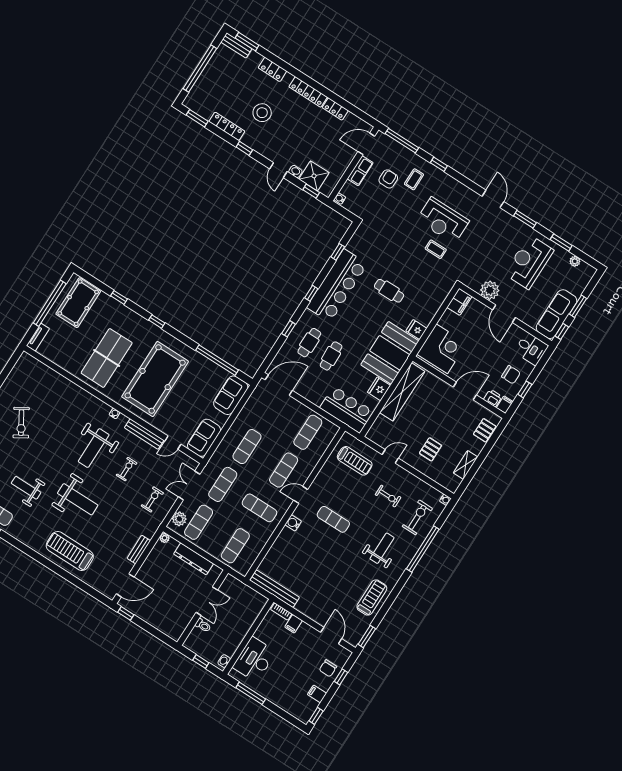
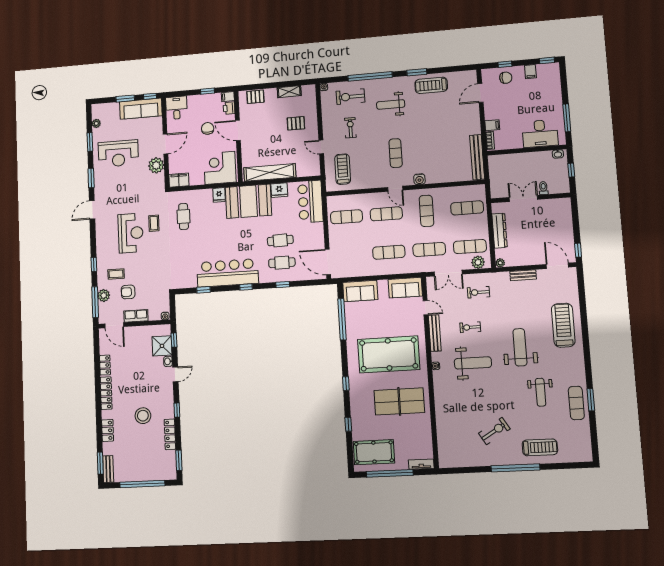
plant: (402, 153) -> (104, 295), added
cafe table: (389, 291) -> (184, 216), moved
chair: (511, 375) -> (208, 128), moved
treadmill: (70, 551) -> (563, 325), turned 180
window: (367, 637) -> (417, 72), moved

